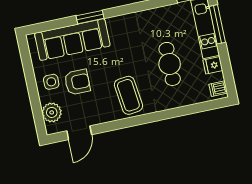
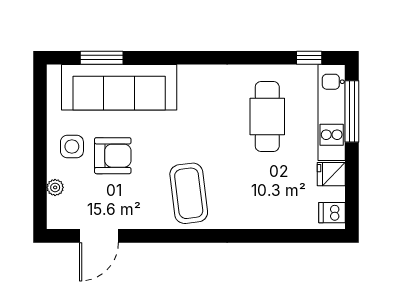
window: (90, 17) -> (102, 58), moved
cafe table: (170, 64) -> (267, 117), moved
plant: (52, 112) -> (55, 187), width x0.53, depth x0.53

